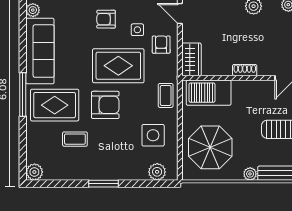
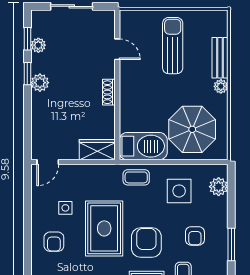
armchair: (161, 45) -> (195, 236), moved, turned -90
barbecue: (209, 93) -> (143, 146), moved, turned -90

